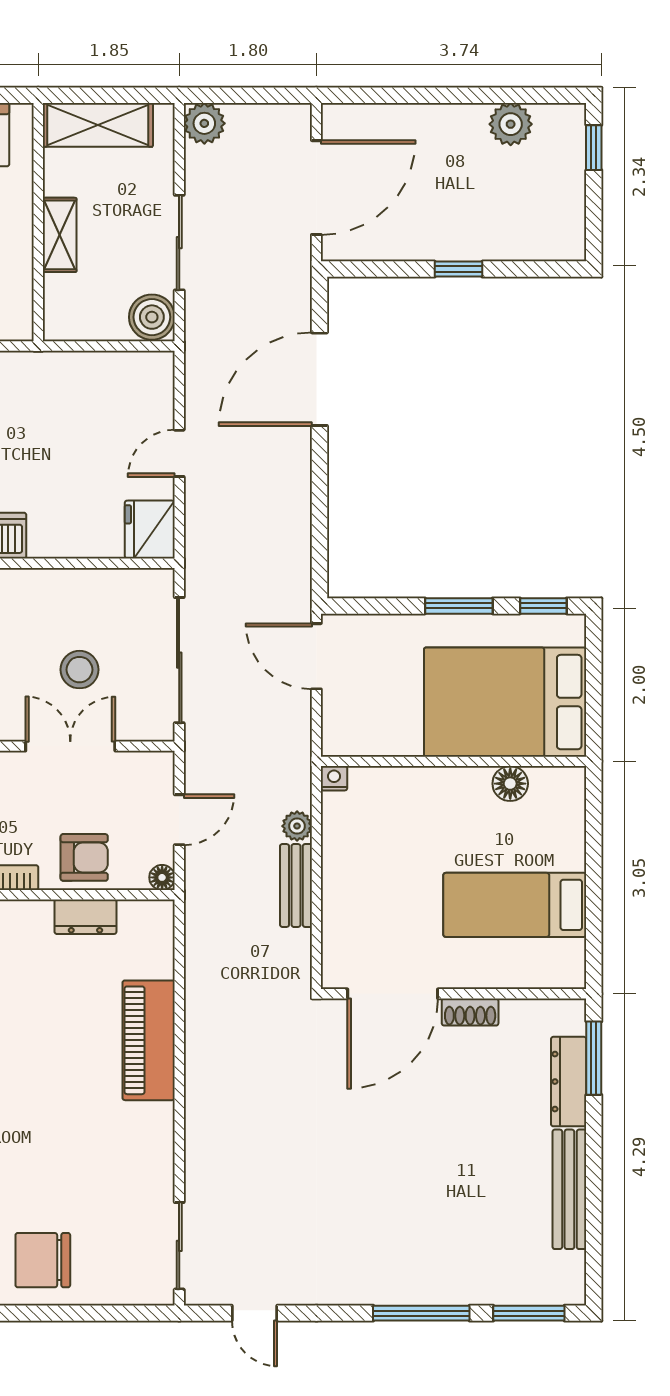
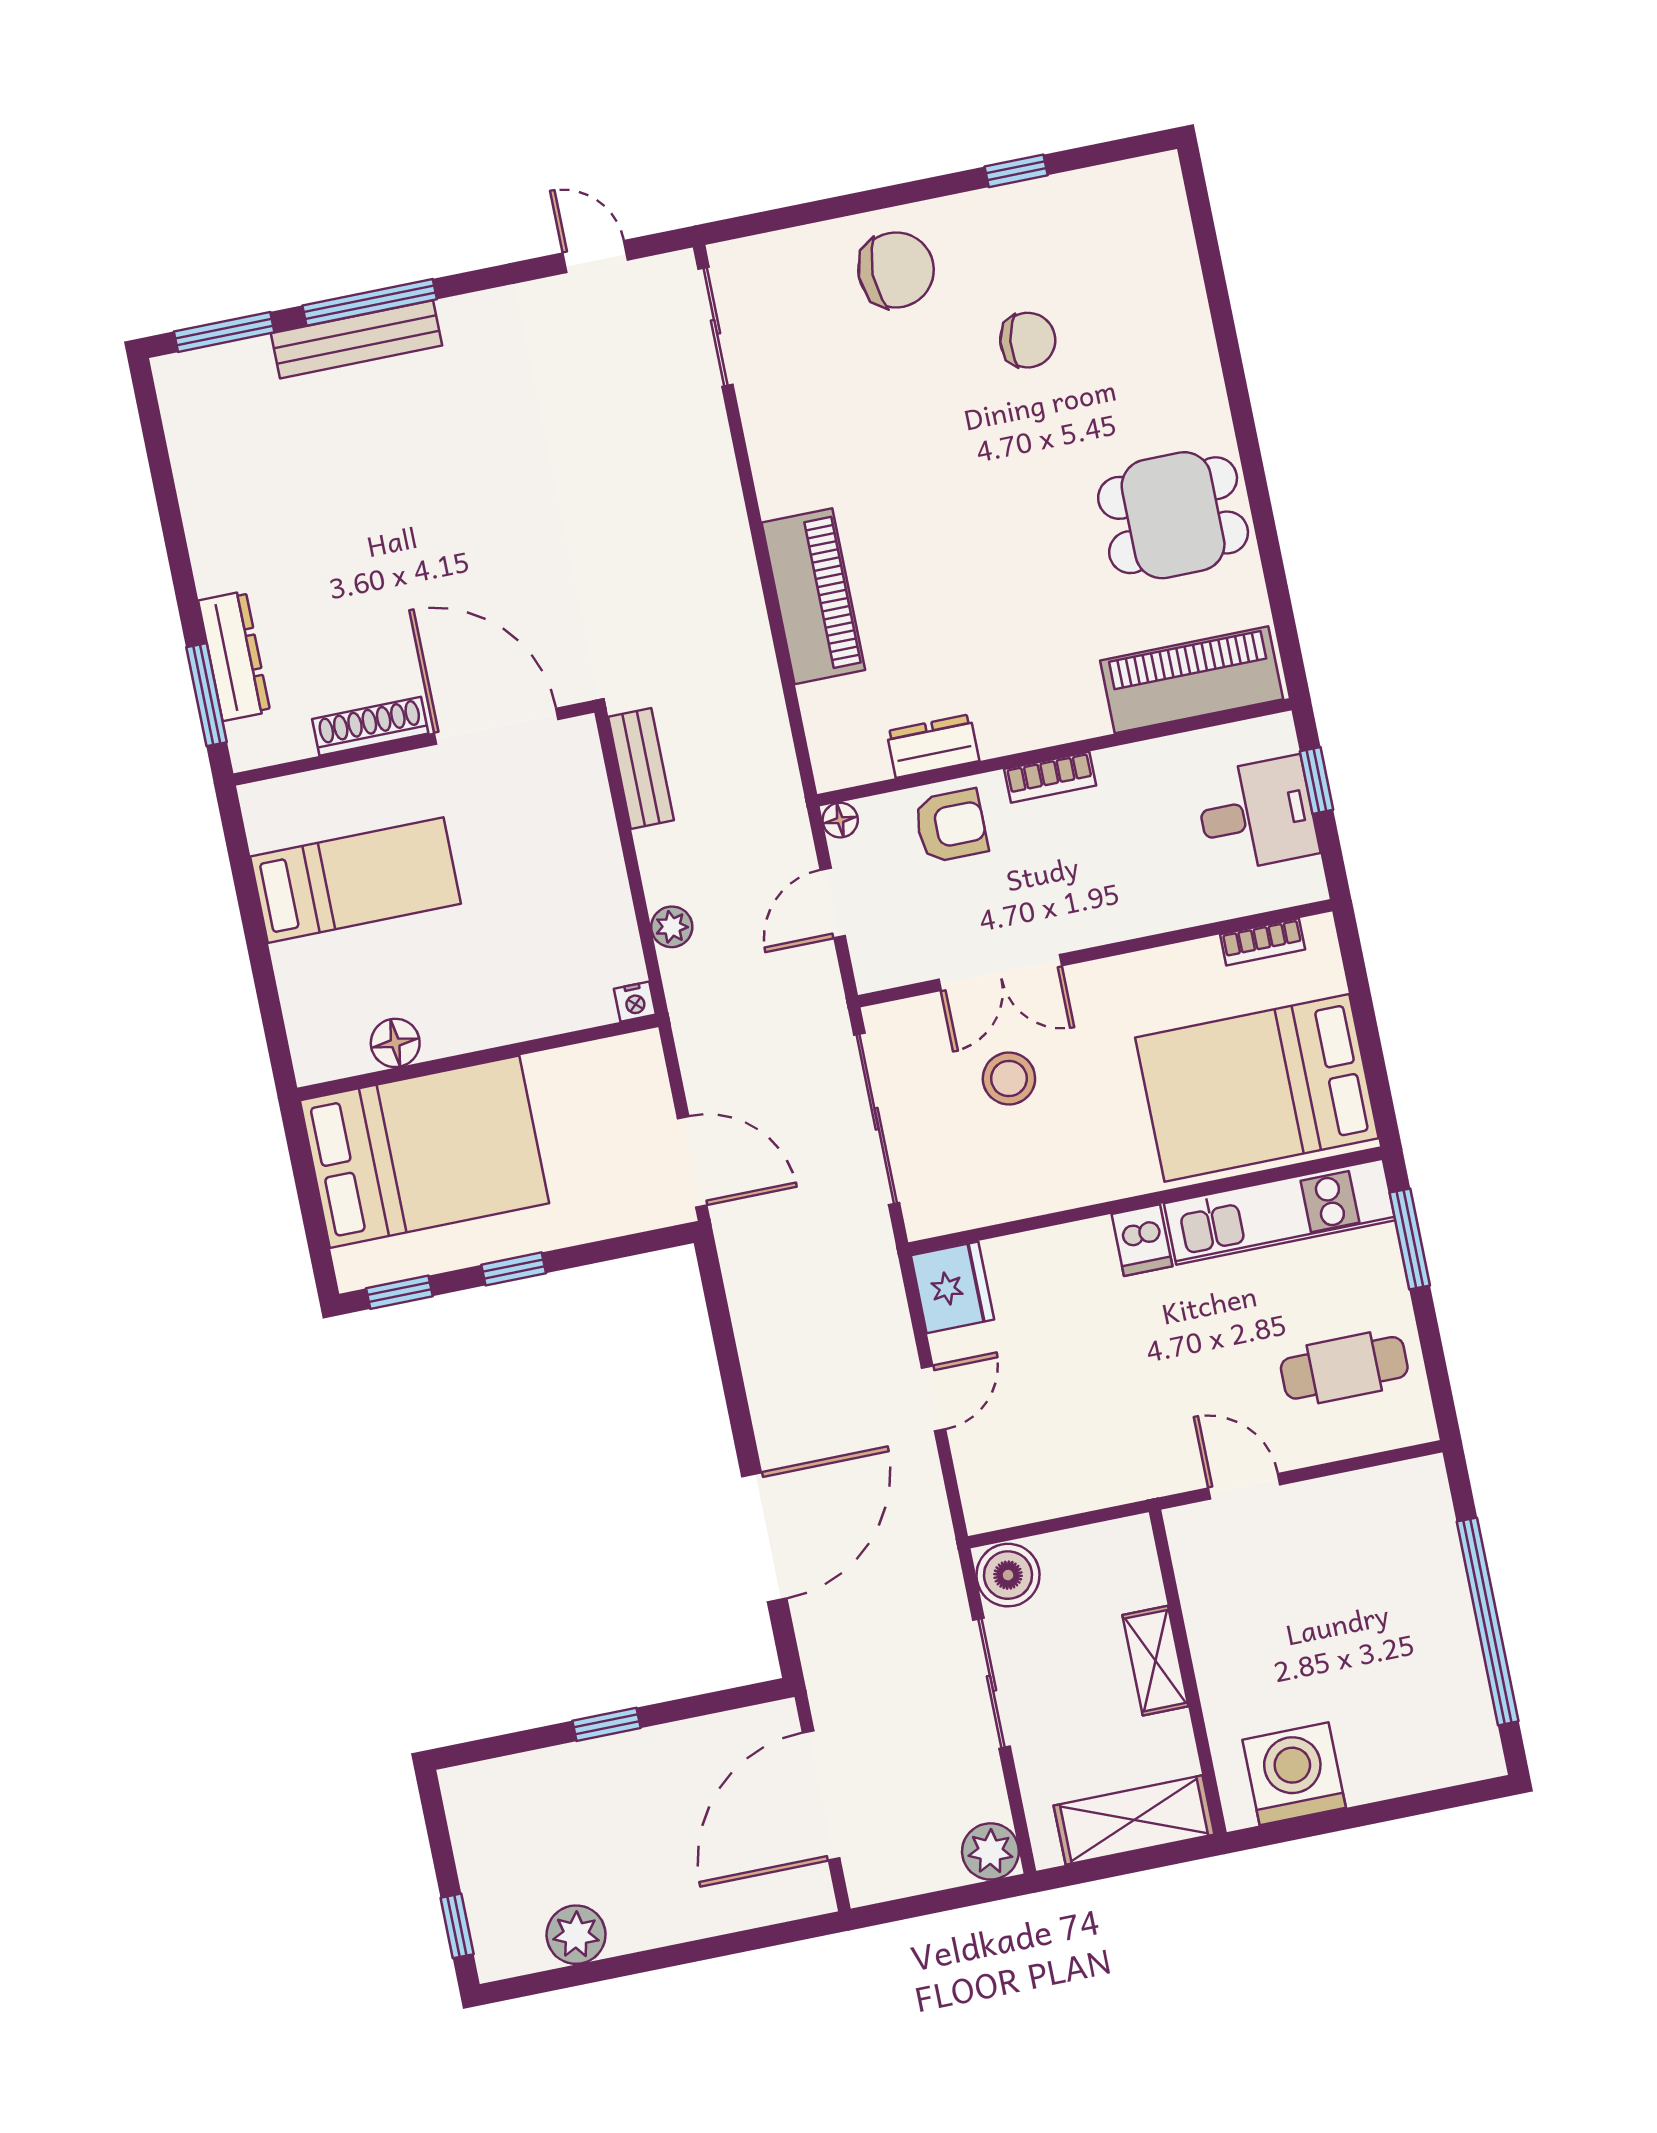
window: (459, 606) -> (514, 1269), width x0.67
armchair: (84, 857) -> (951, 826), turned 180
bench: (296, 885) -> (641, 768), moved
door: (393, 994) -> (496, 726), hinge flipped
shoe rack: (470, 1012) -> (370, 726), width x1.43
bench: (569, 1189) -> (357, 339), moved, turned 90

